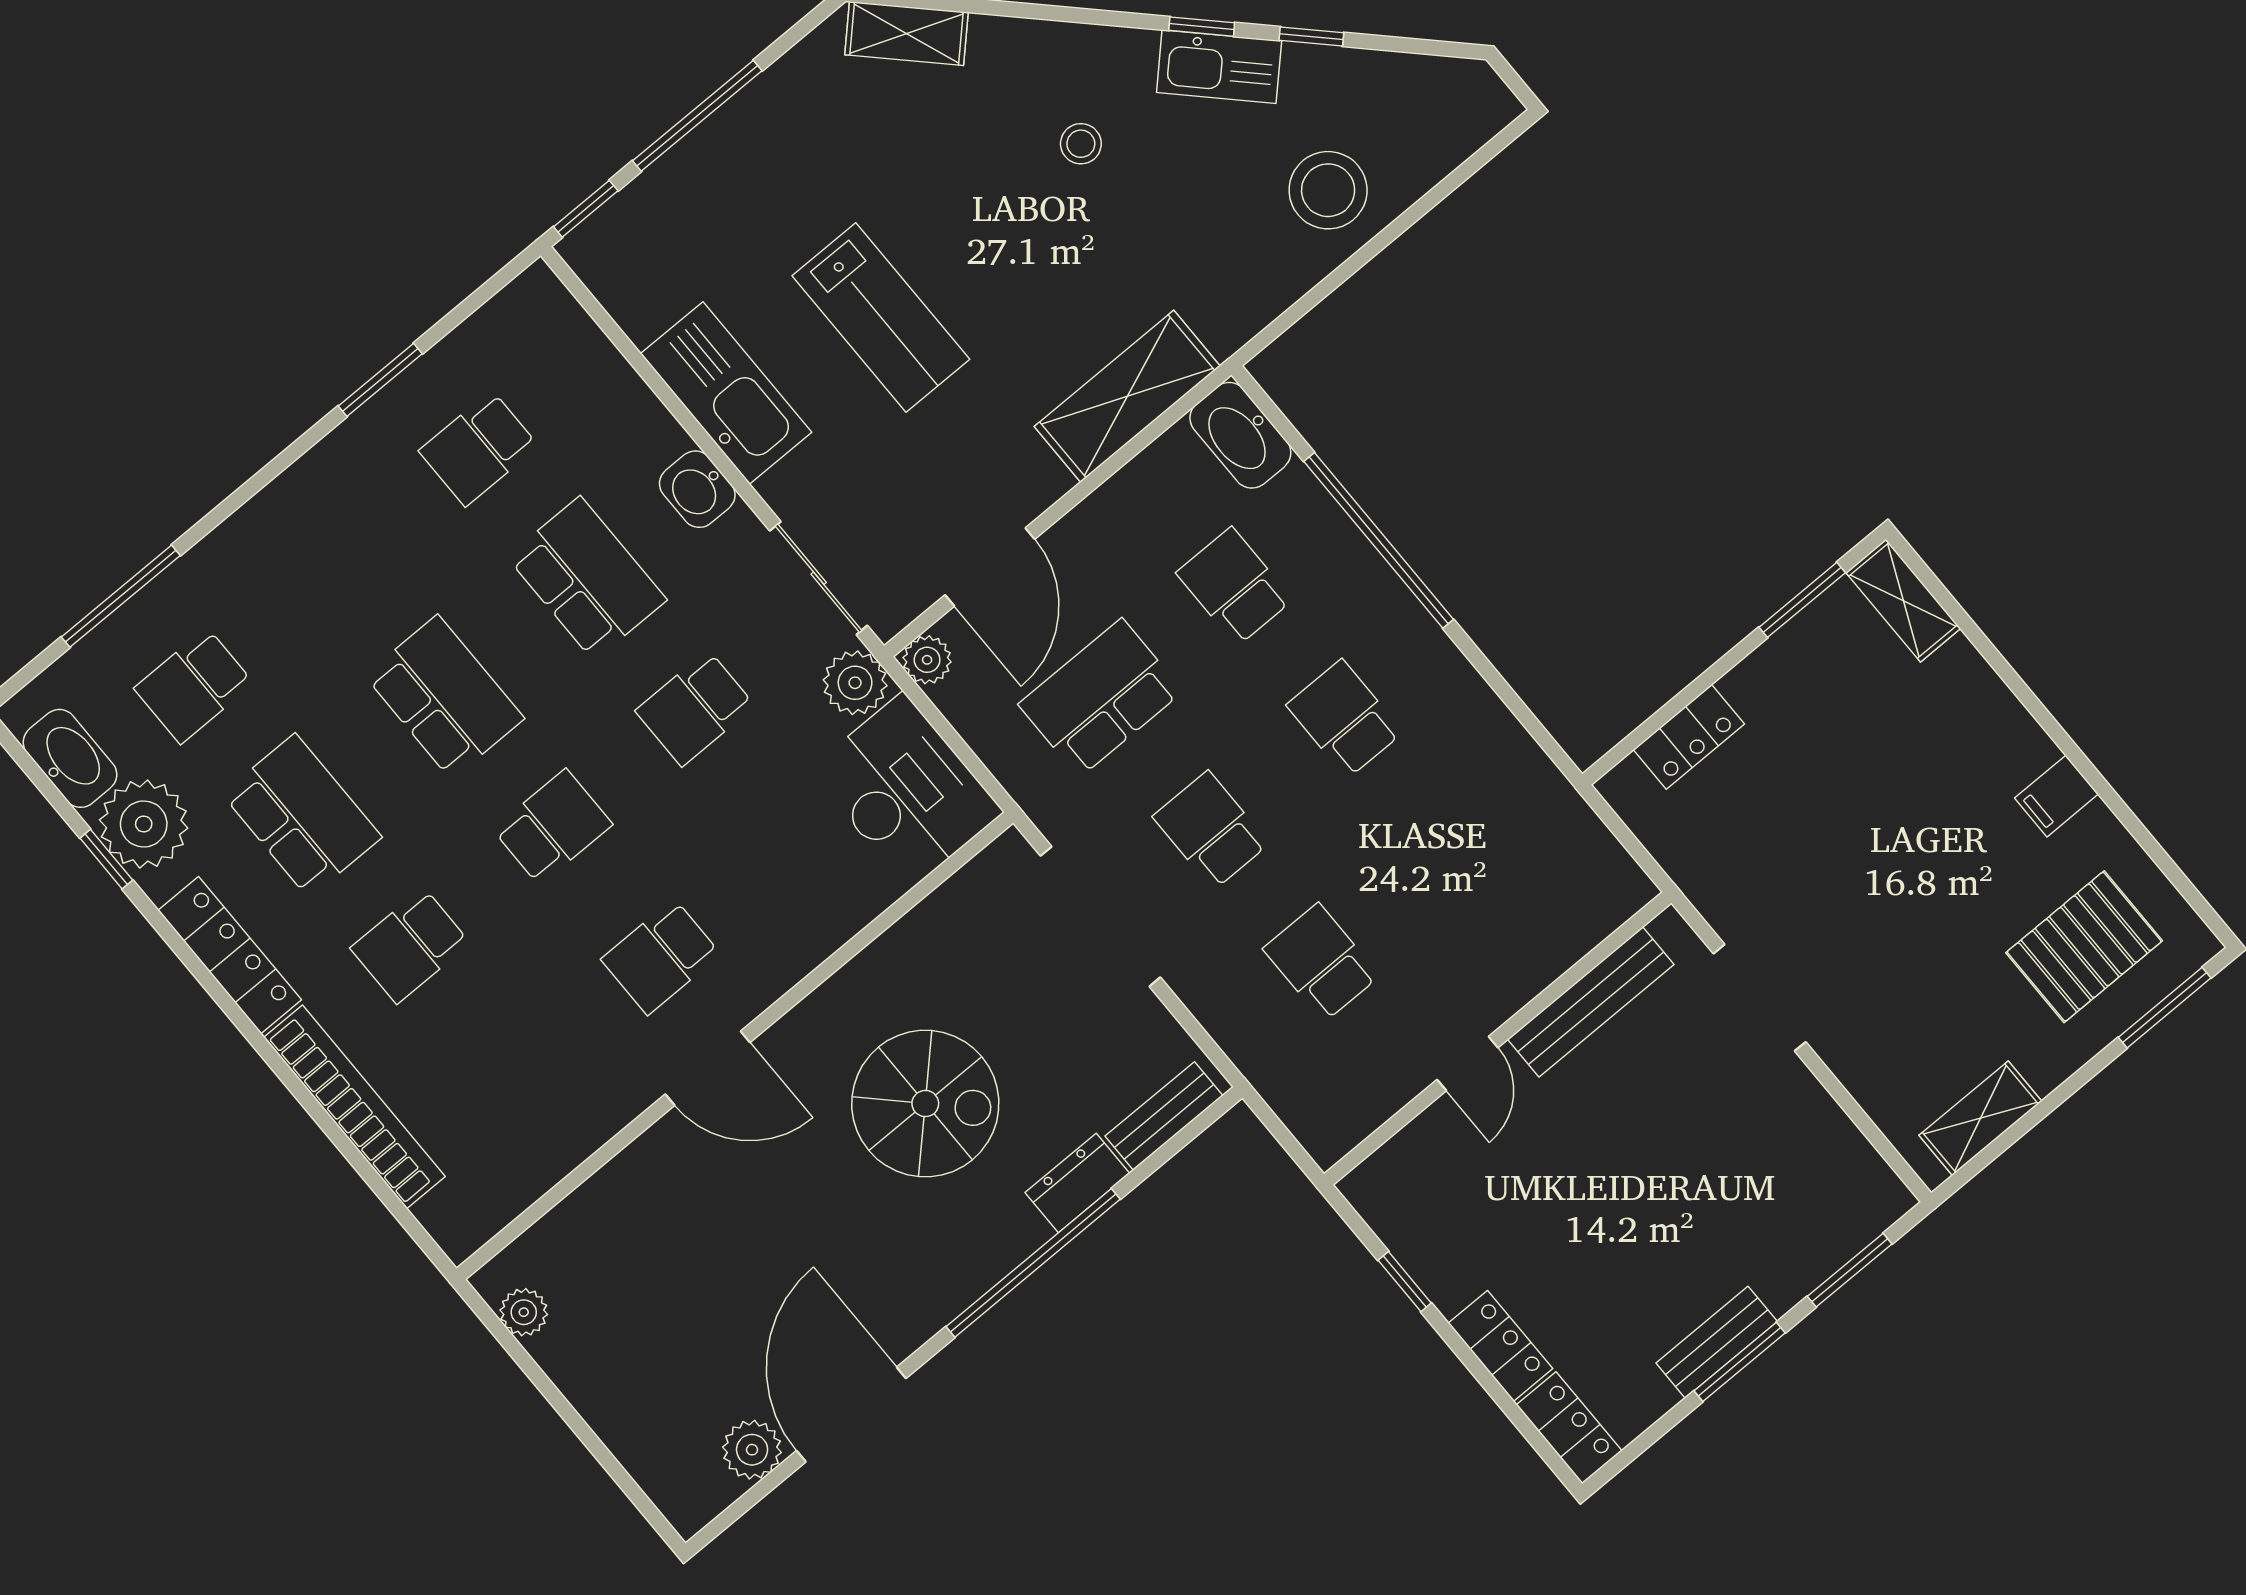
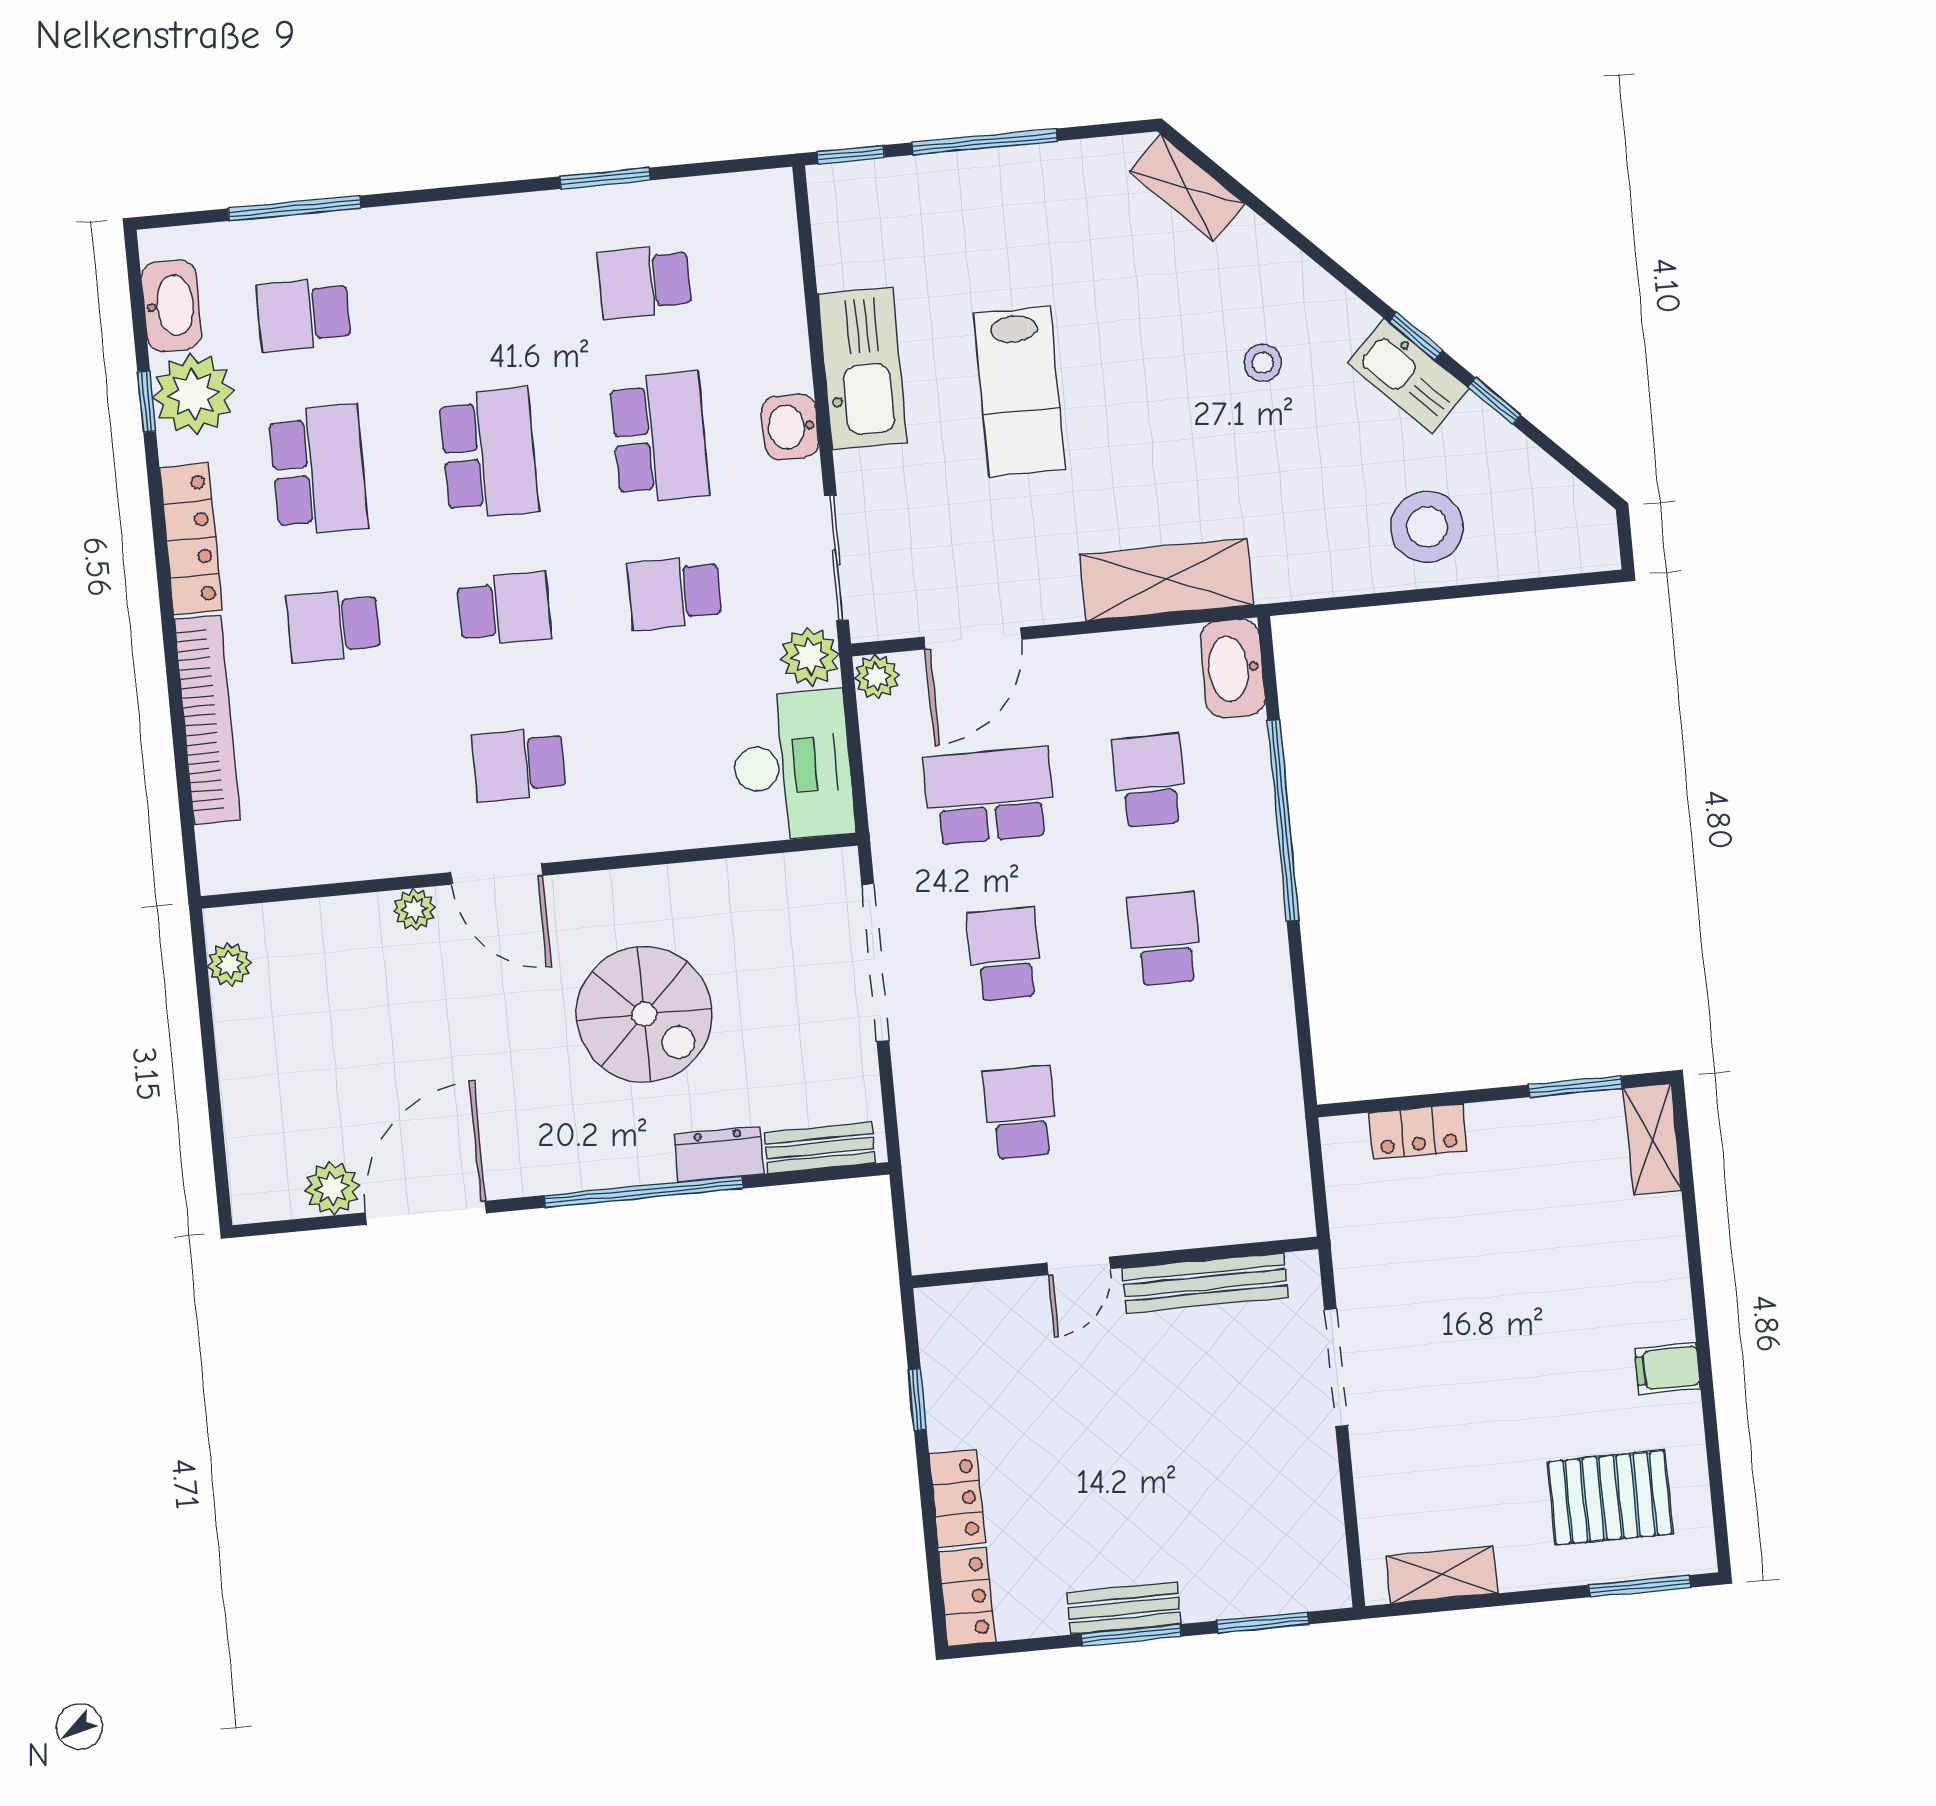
plant: (656, 1150) -> (415, 909), added

